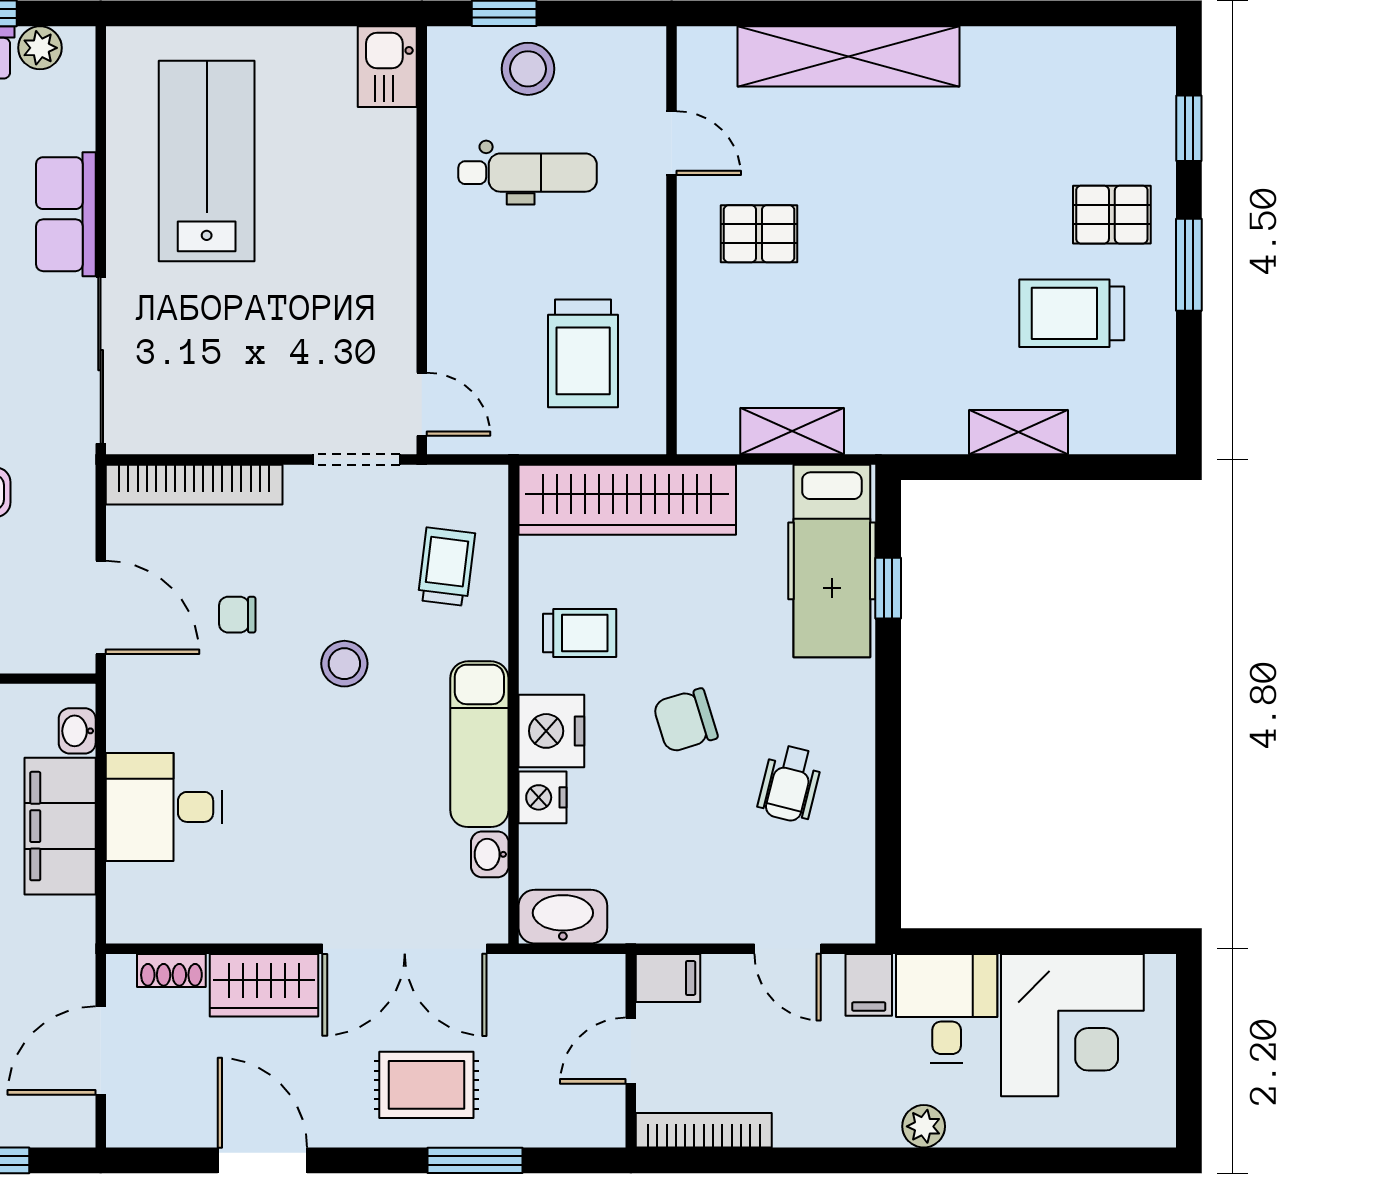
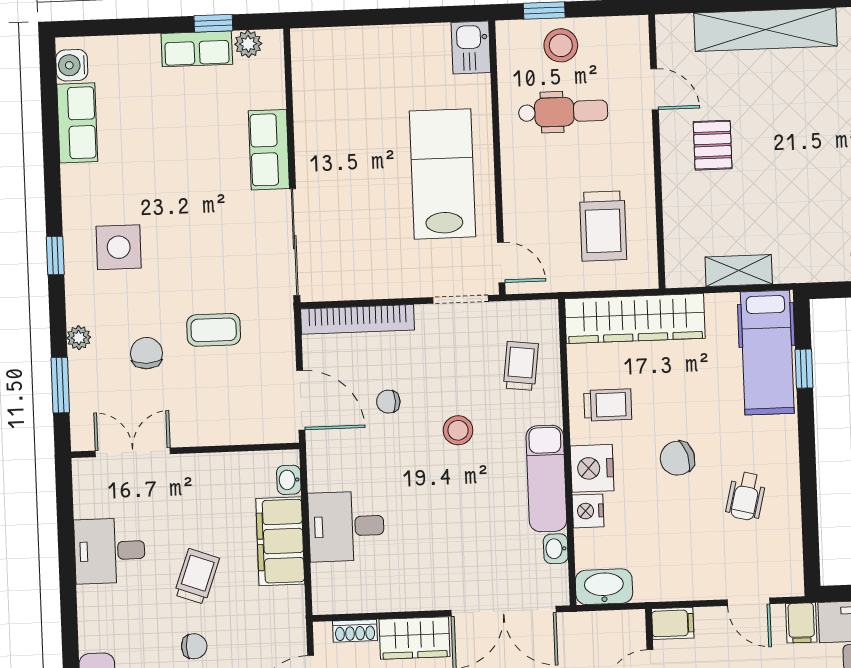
lab bench: (207, 161) -> (443, 174), moved
pallet: (759, 234) -> (713, 145), turned 90

